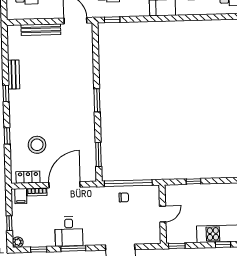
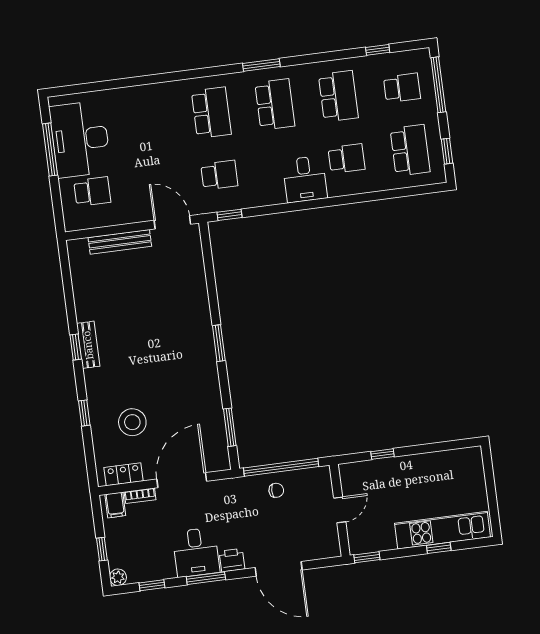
bench: (14, 74) -> (88, 345), moved
printer: (91, 239) -> (232, 560), added

